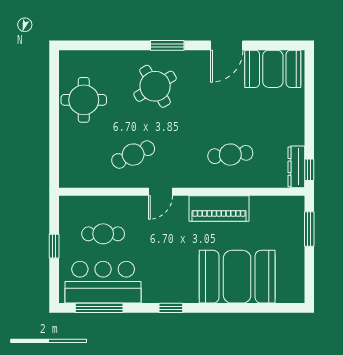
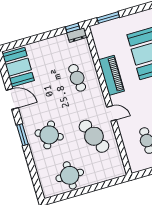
round table: (155, 86) -> (49, 135), turned -33
cafe table: (133, 155) -> (94, 136), width x1.37, depth x1.35
dresser: (296, 167) -> (77, 35), width x0.70

